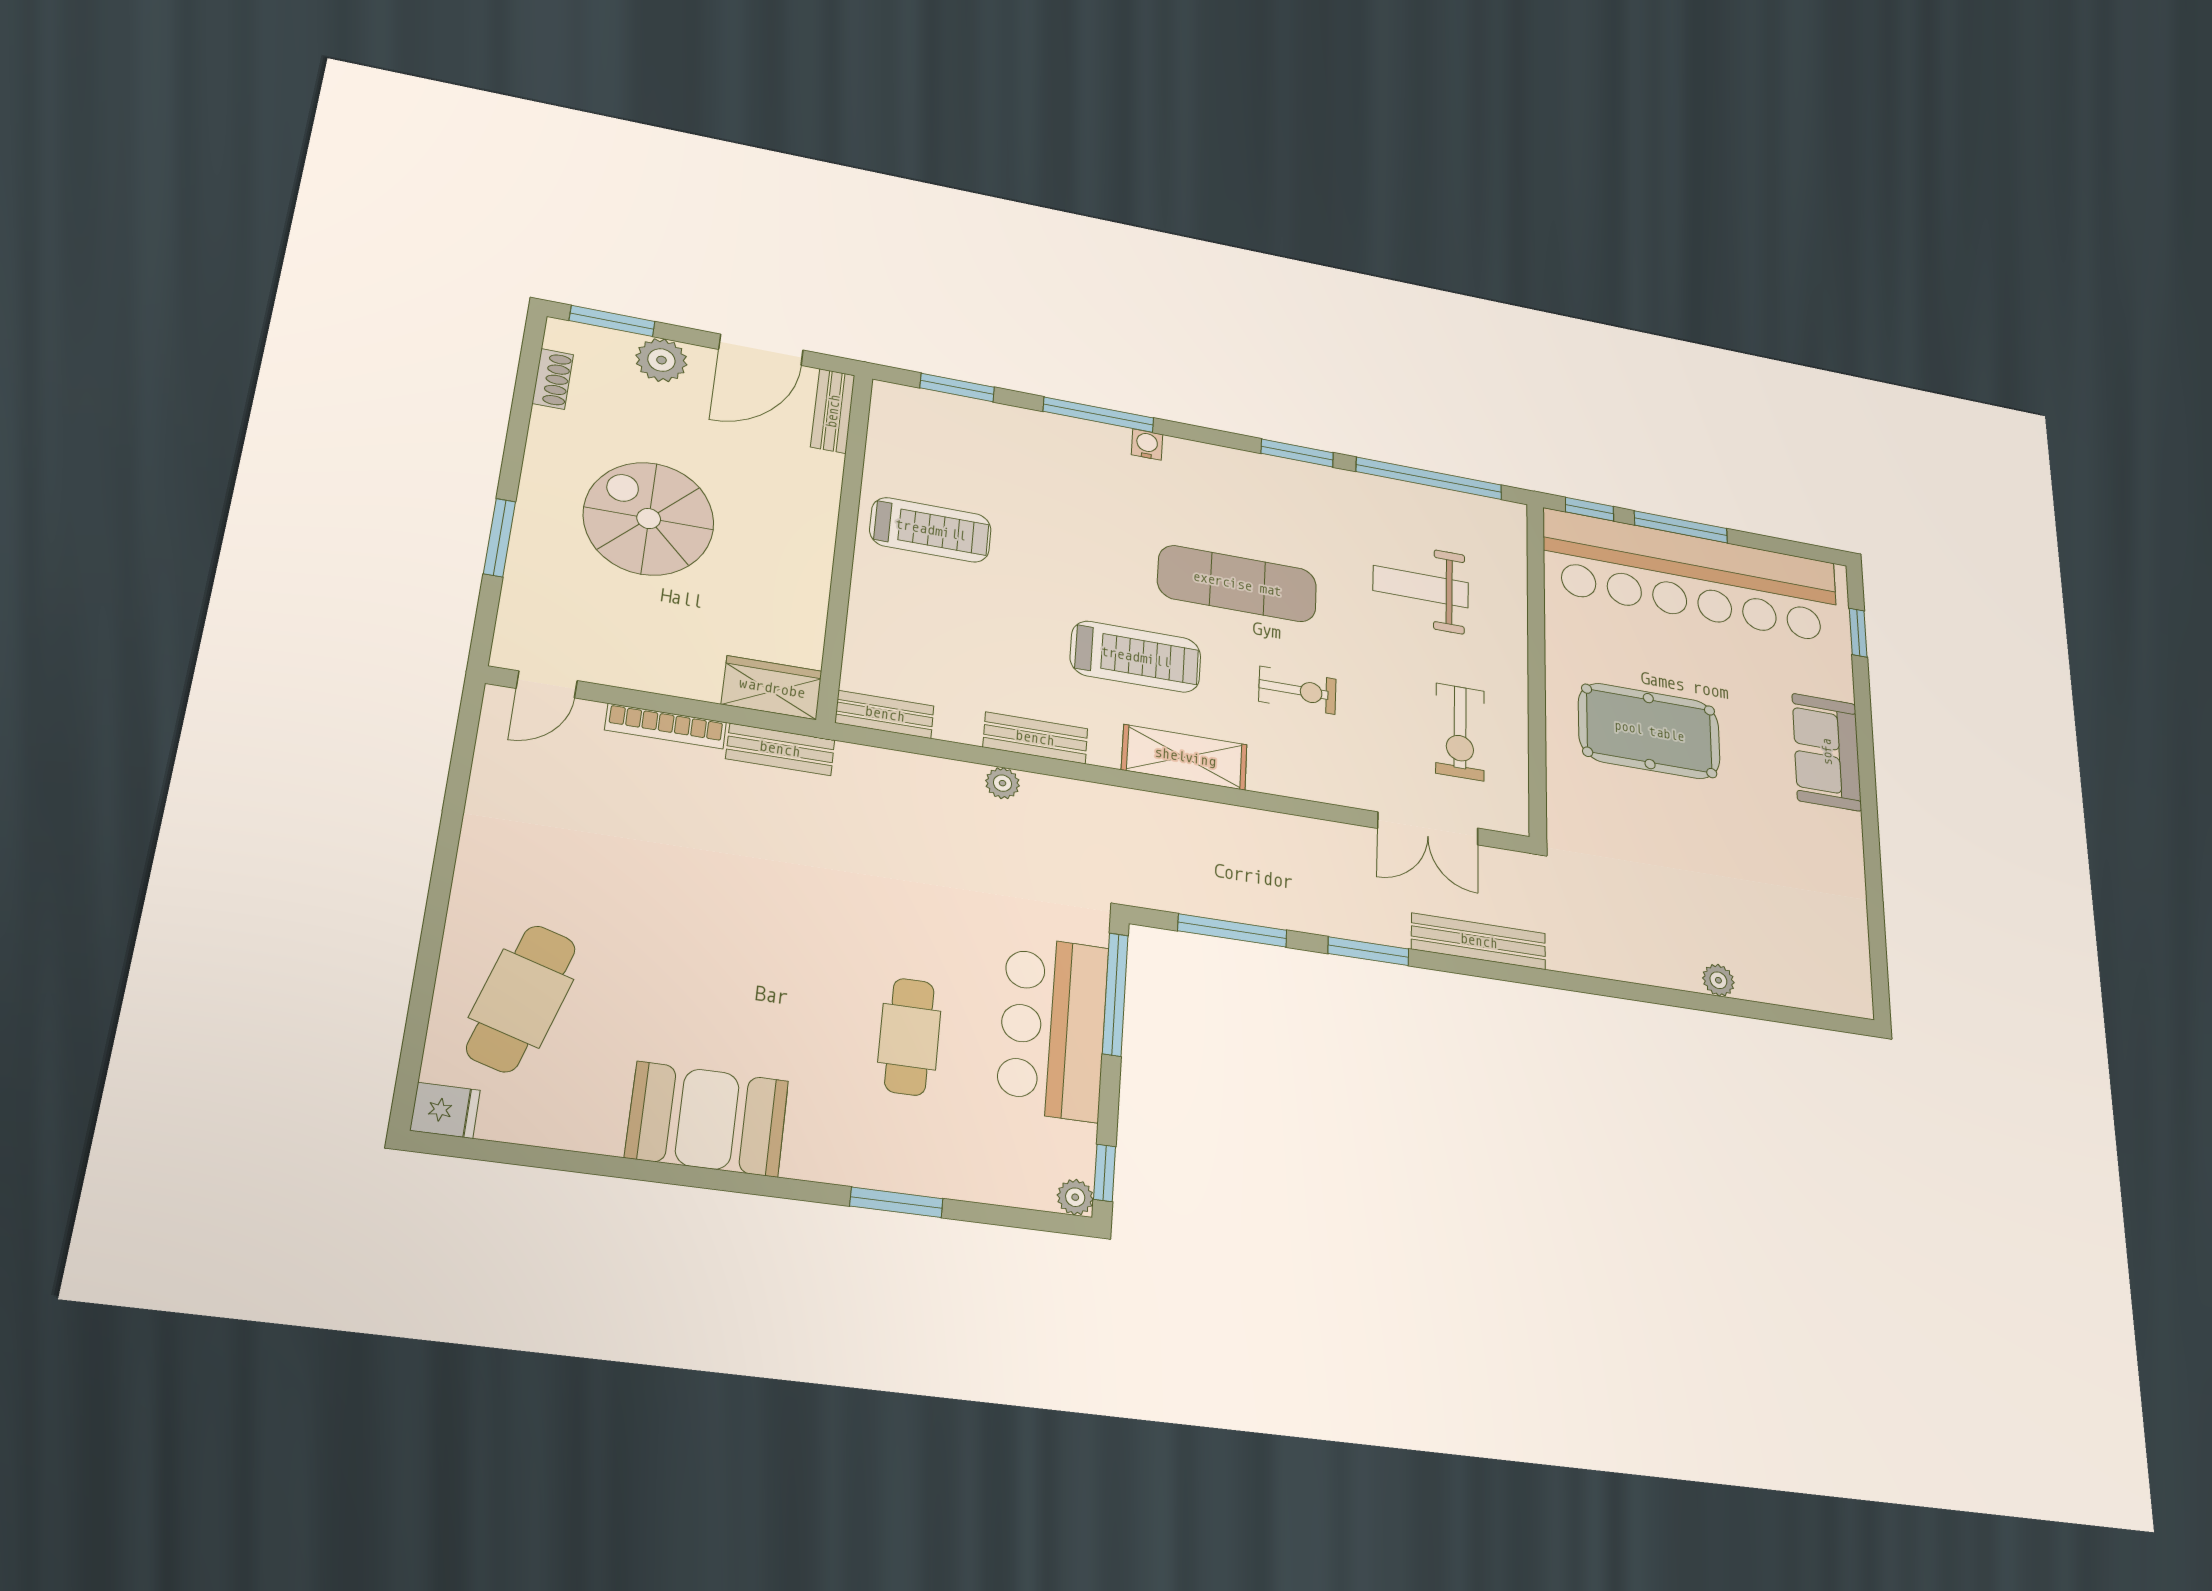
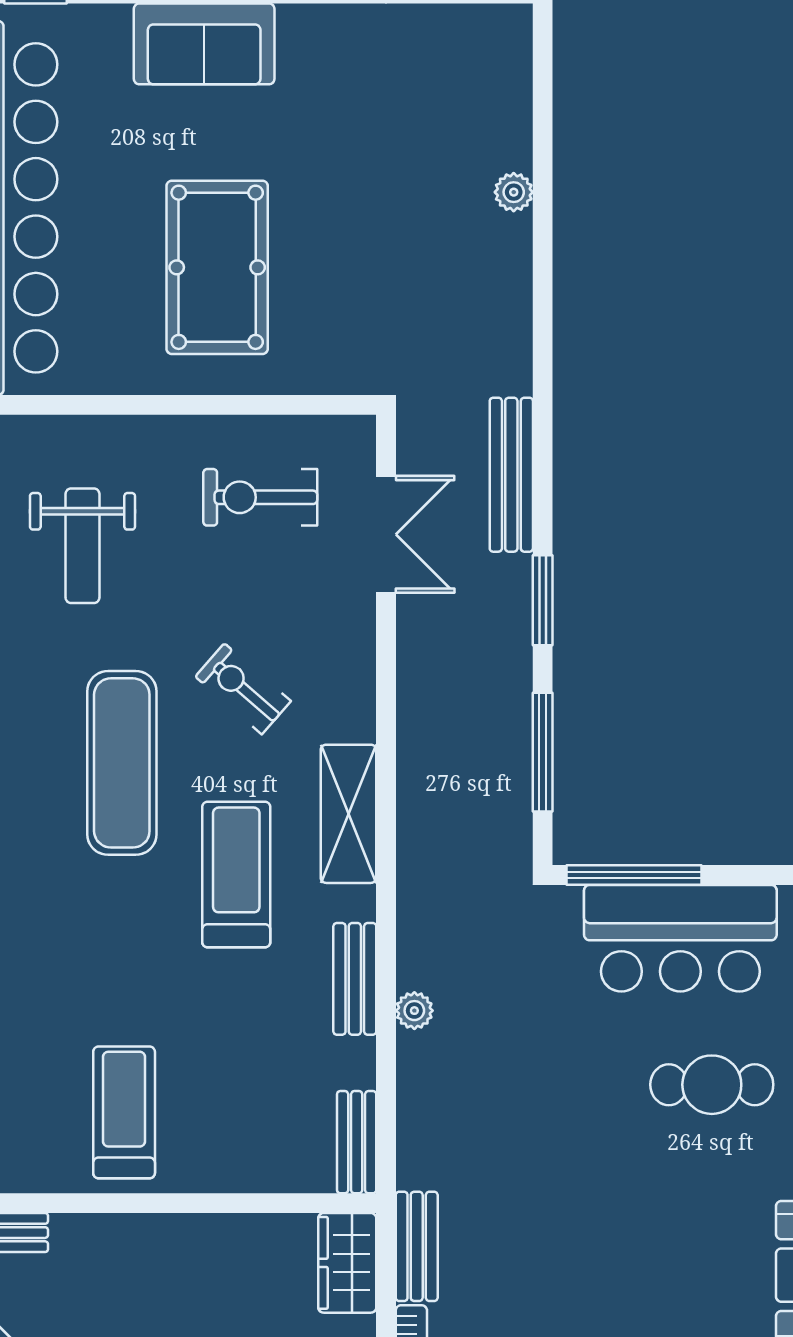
exercise bike: (1297, 690) -> (243, 689), turned -49
exercise bike: (1460, 732) -> (260, 497), turned 180

